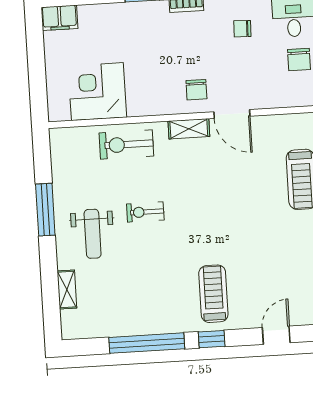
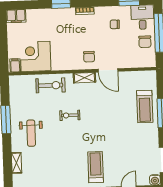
filing cabinet: (60, 109) -> (15, 65), added
exercise bike: (126, 144) -> (50, 85), turned 180
exercise bike: (145, 212) -> (70, 115), moved

